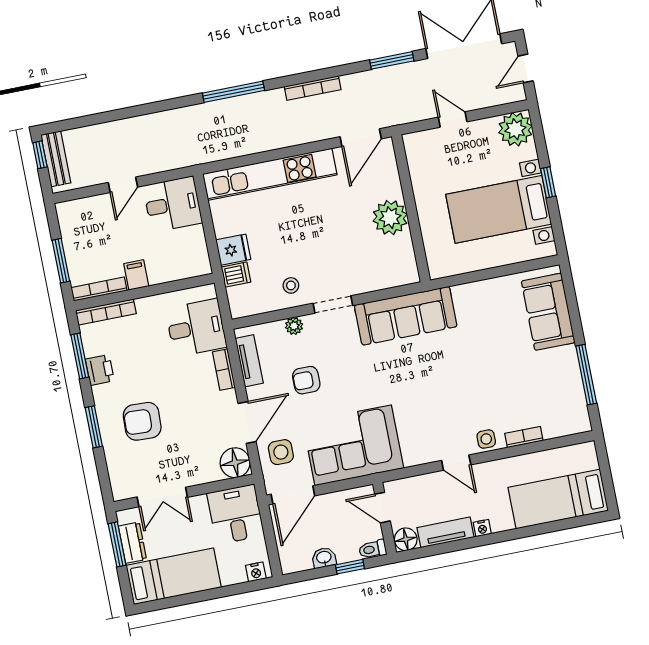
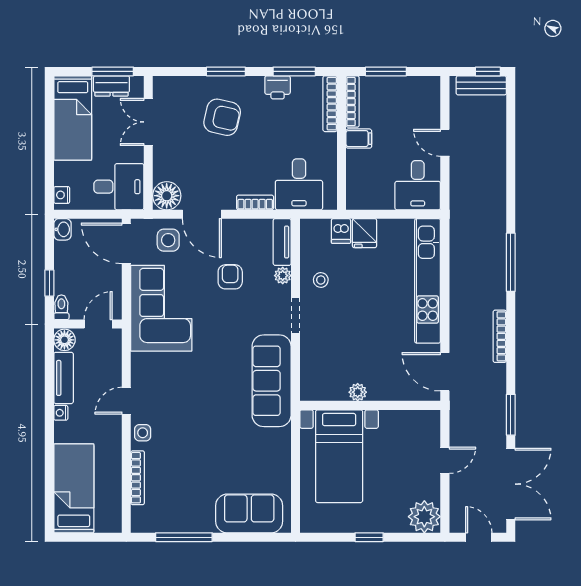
bed with nightstands: (499, 209) -> (339, 456), moved, turned 180
plant: (390, 218) -> (358, 392), width x0.53, depth x0.53
tv unit: (249, 361) -> (282, 242), moved, turned 90
armchair: (142, 421) -> (222, 117), turned 101
bookcase: (524, 437) -> (138, 478), width x1.56
washbasin: (324, 558) -> (62, 229), moved

